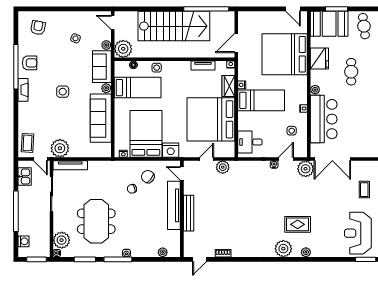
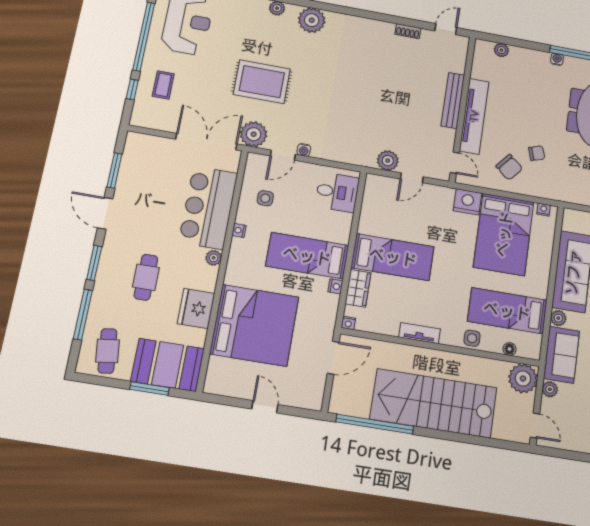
door: (293, 9) -> (265, 407), moved
tv unit: (203, 66) -> (420, 333), moved
bed: (211, 119) -> (393, 257), width x0.49
rug: (298, 224) -> (262, 82), moved, width x1.36, depth x1.43

